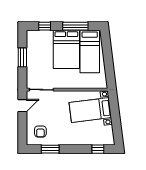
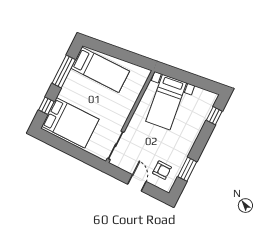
bed: (66, 49) -> (70, 123), moved
window: (22, 57) -> (69, 148), removed
door: (22, 106) -> (137, 183), moved

